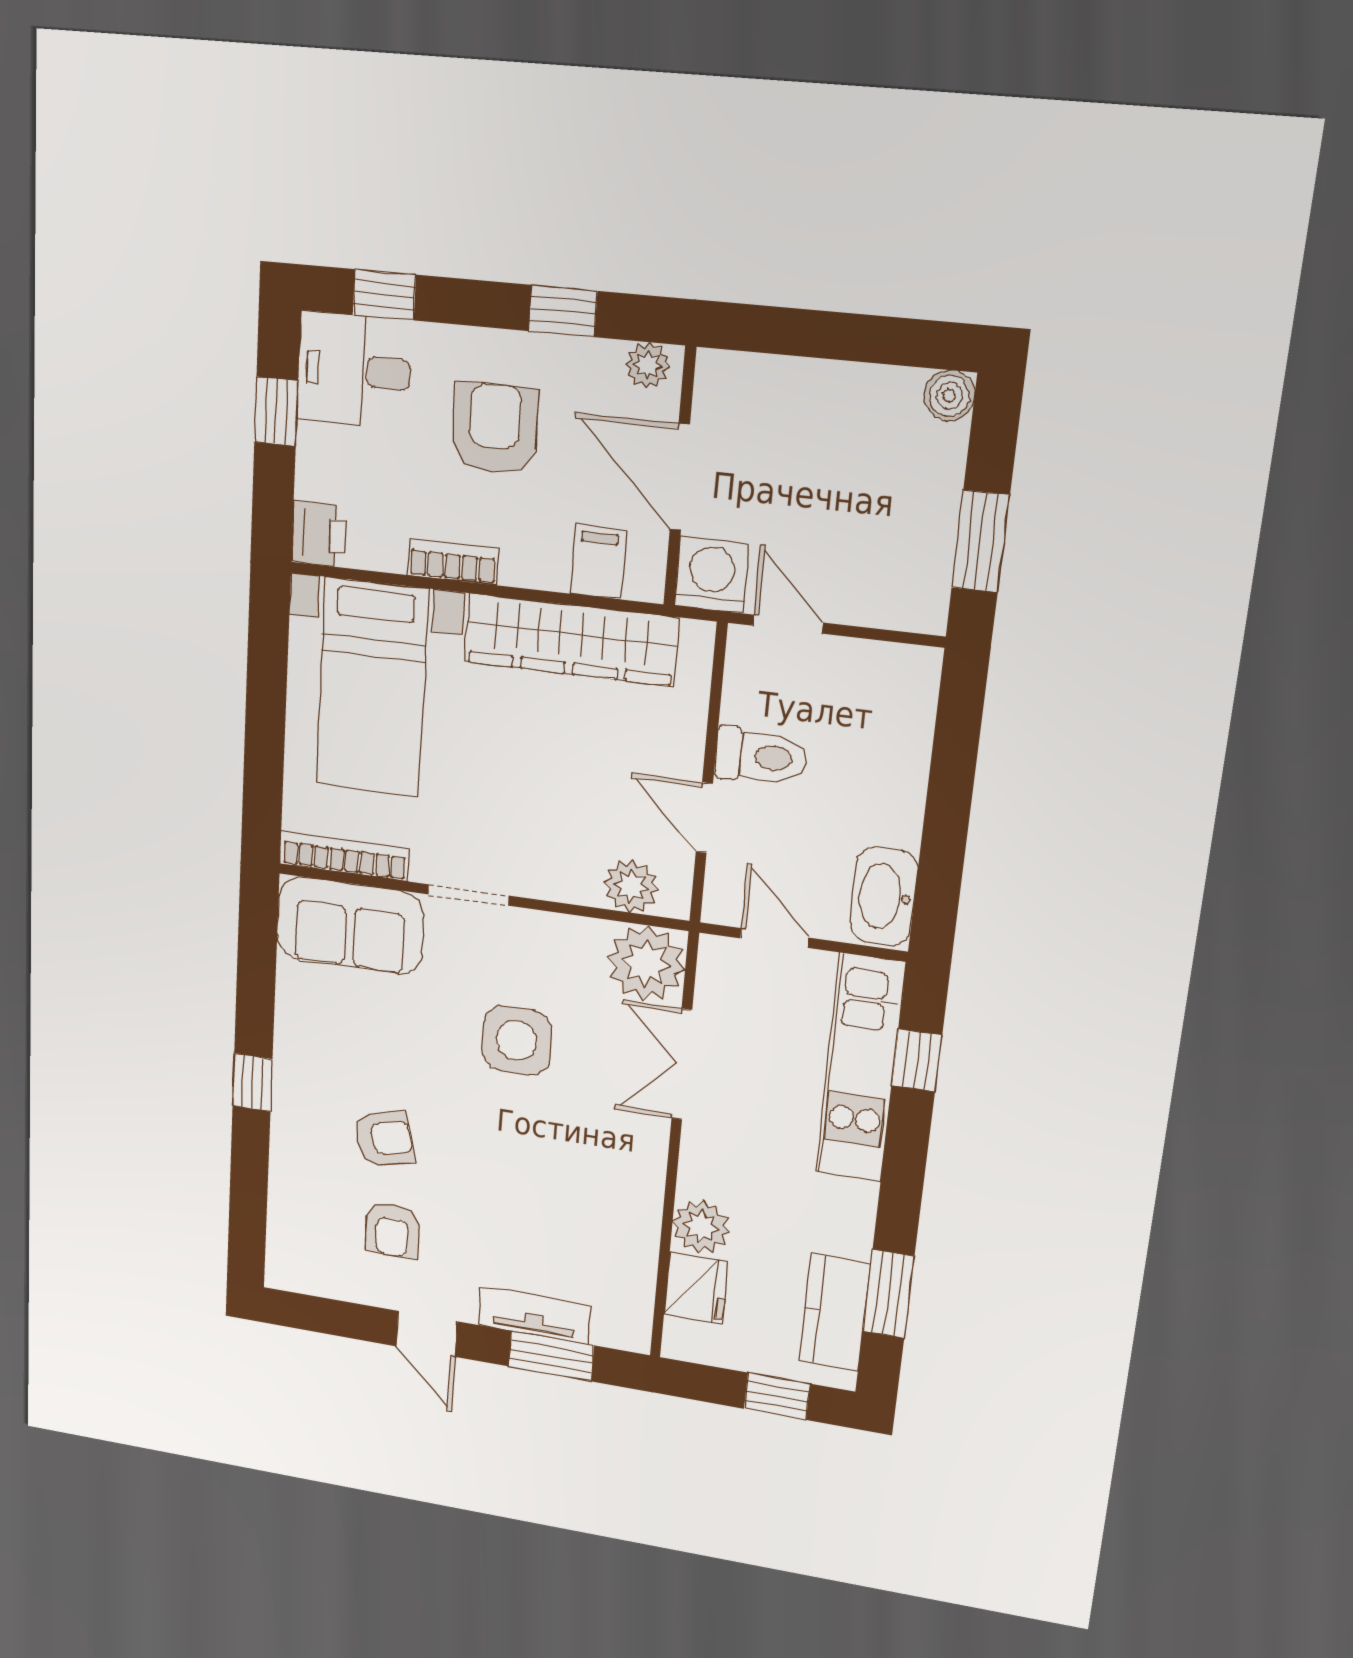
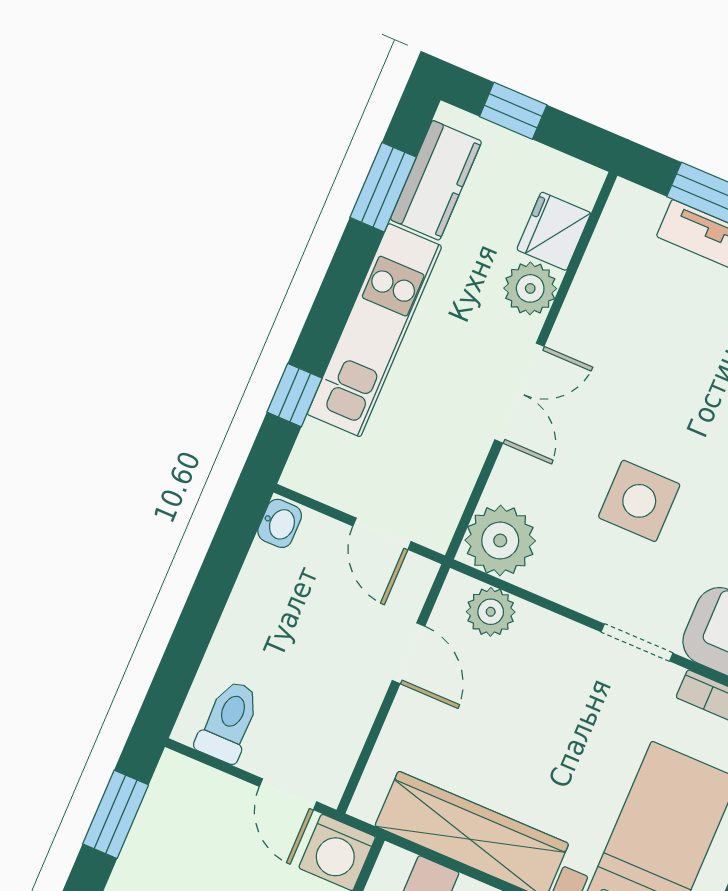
toilet: (761, 757) -> (229, 721), moved, turned 90
washbasin: (884, 896) -> (280, 523), width x0.52, depth x0.69
double door: (682, 1064) -> (519, 393), moved
kitchen unit: (860, 1069) -> (374, 330), moved

